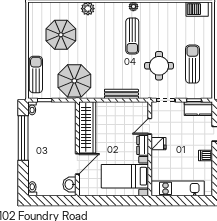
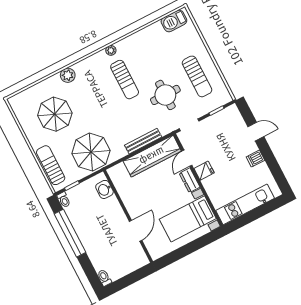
sun lounger: (192, 64) -> (197, 76), turned 180
kitchen counter: (198, 109) -> (225, 117), removed
wardrobe: (87, 127) -> (152, 156), moved, turned 90
washbasin: (69, 184) -> (104, 189), moved

